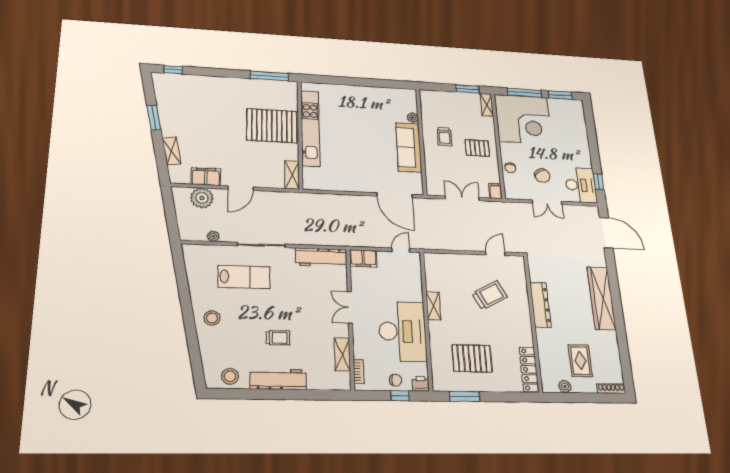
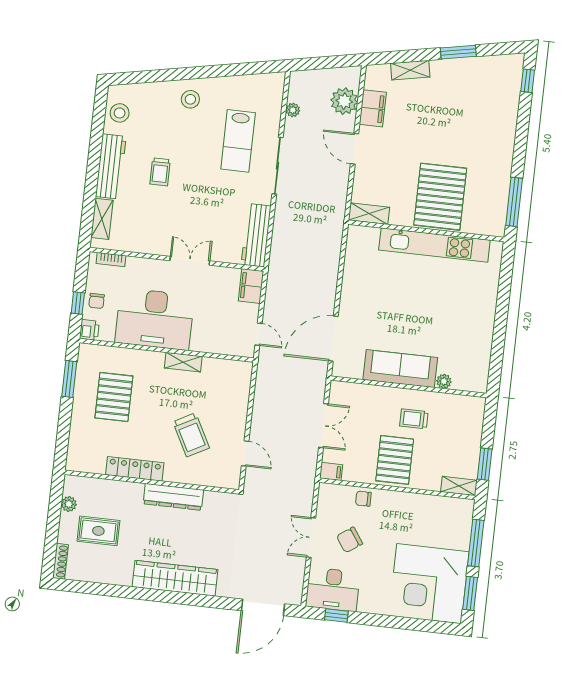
corner desk: (523, 119) -> (429, 584), moved
pallet: (477, 148) -> (395, 460), width x1.50, depth x1.42
shelving: (342, 354) -> (102, 219), moved, turned 90
locker: (529, 369) -> (135, 469), moved

